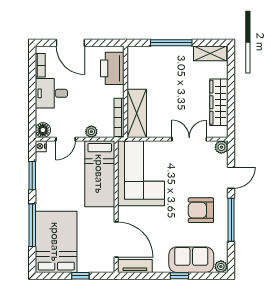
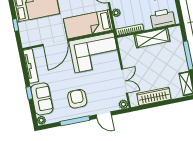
shelving: (137, 113) -> (152, 38), moved
door: (116, 240) -> (55, 43), moved
tv unit: (135, 266) -> (31, 66), width x1.41

